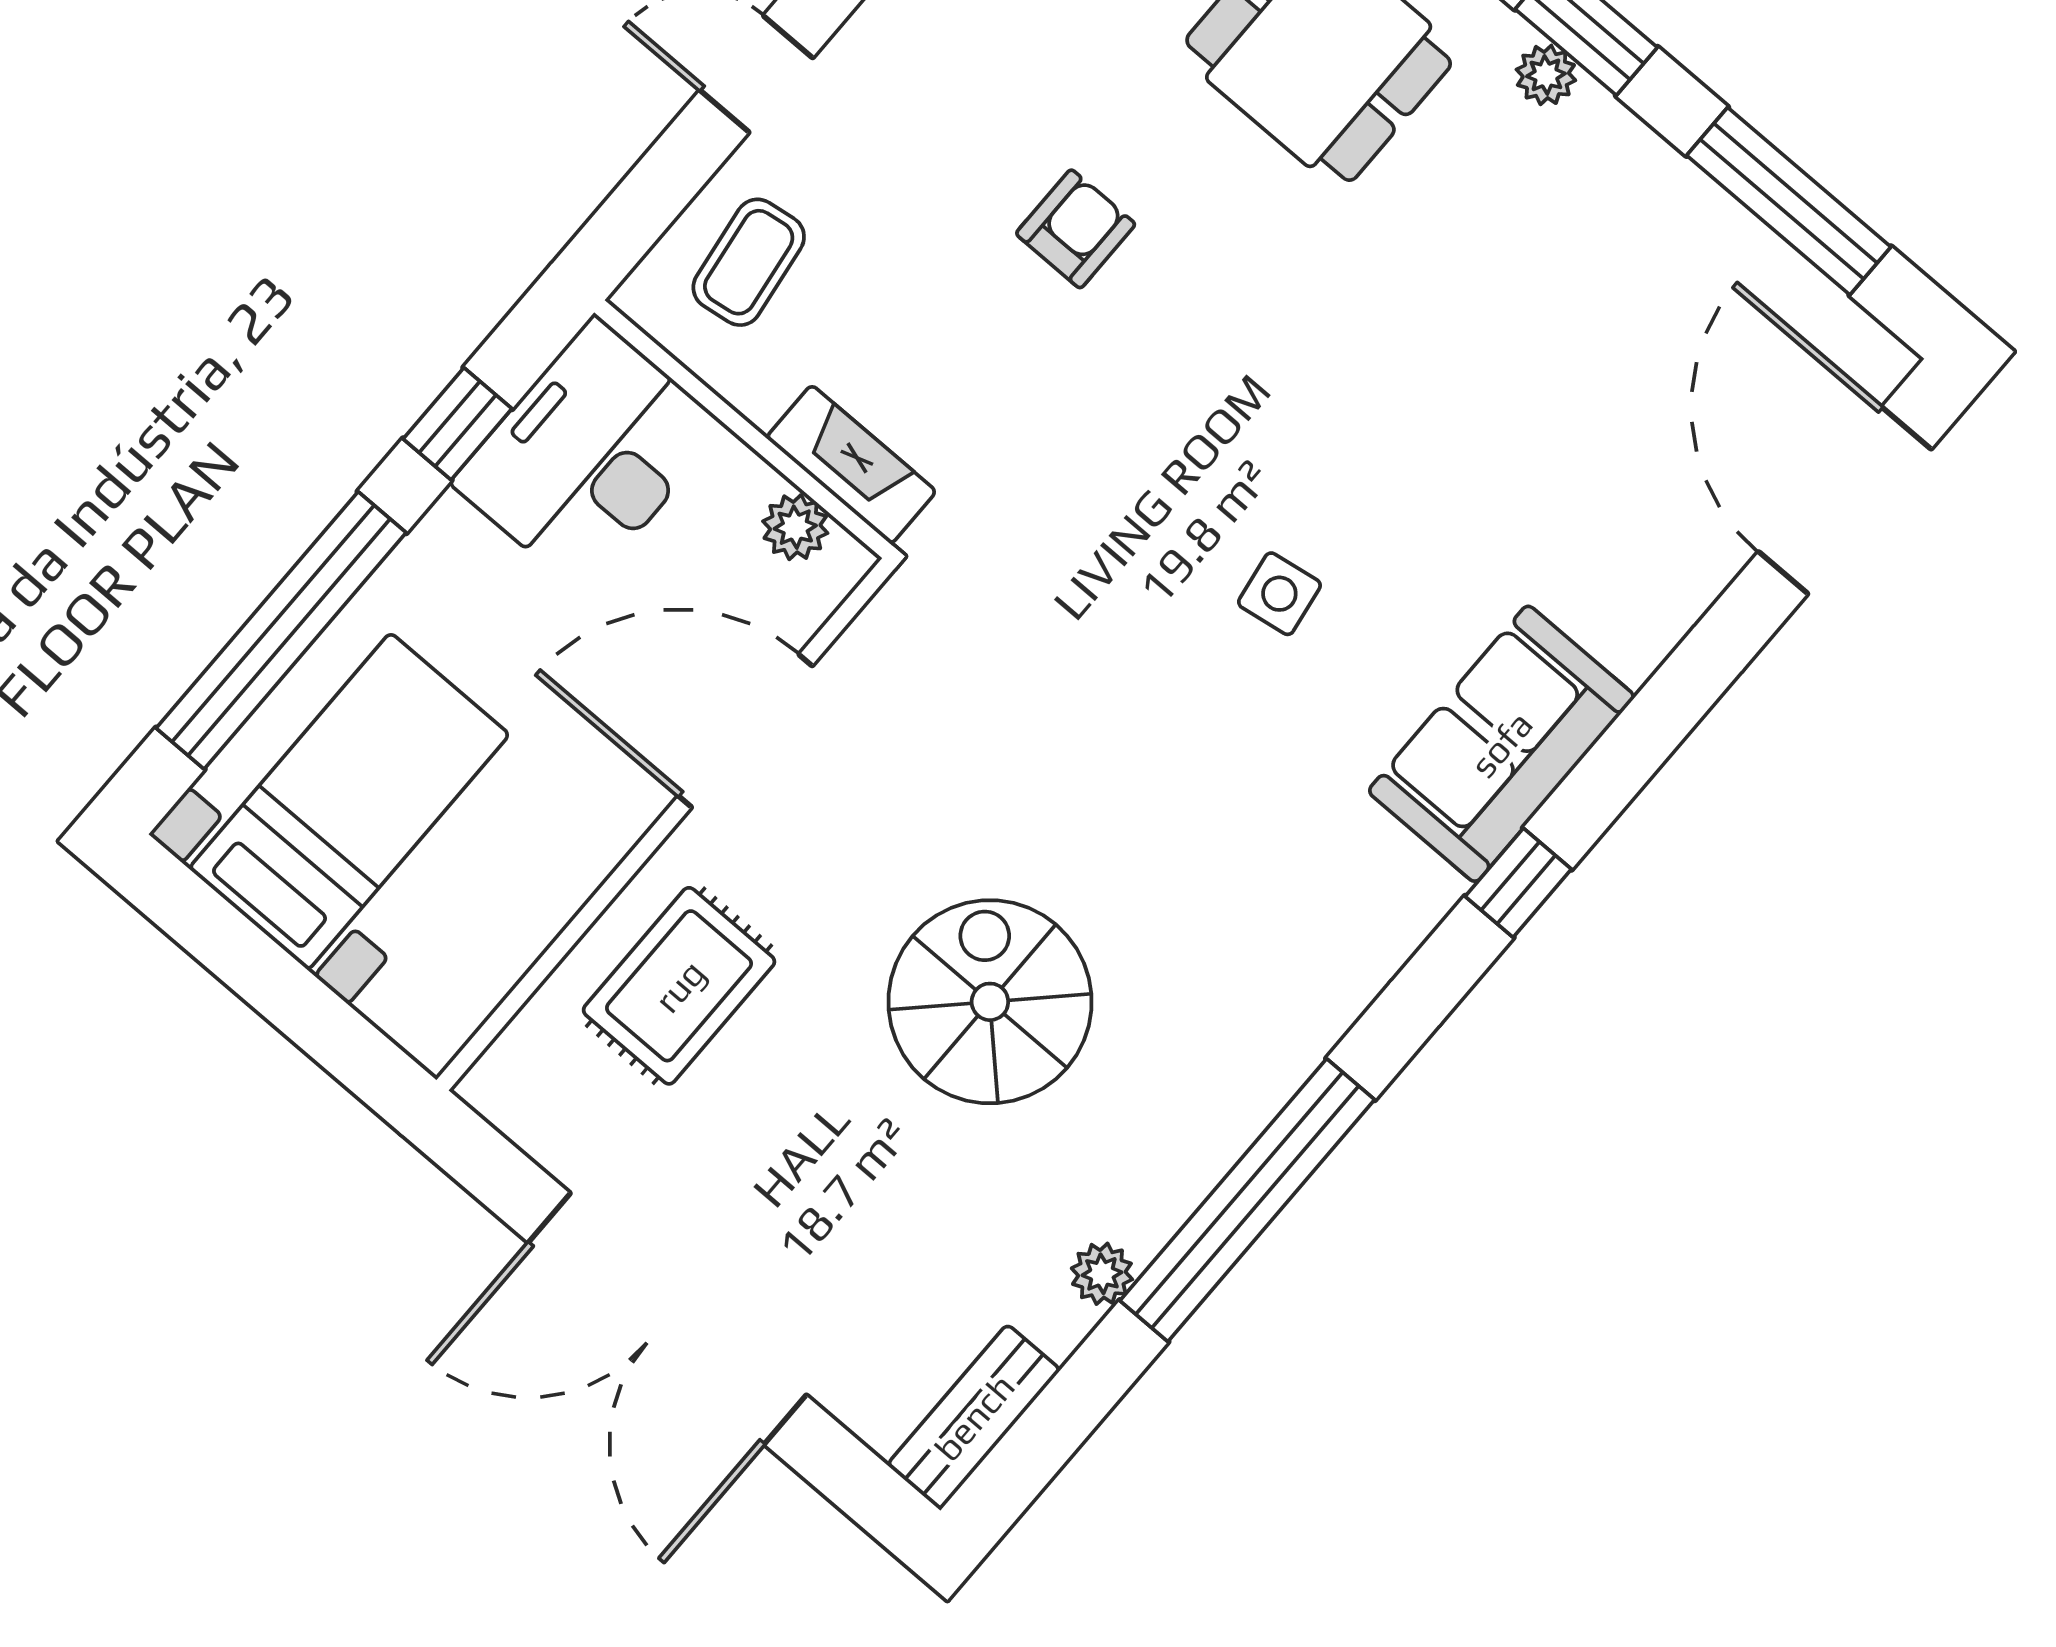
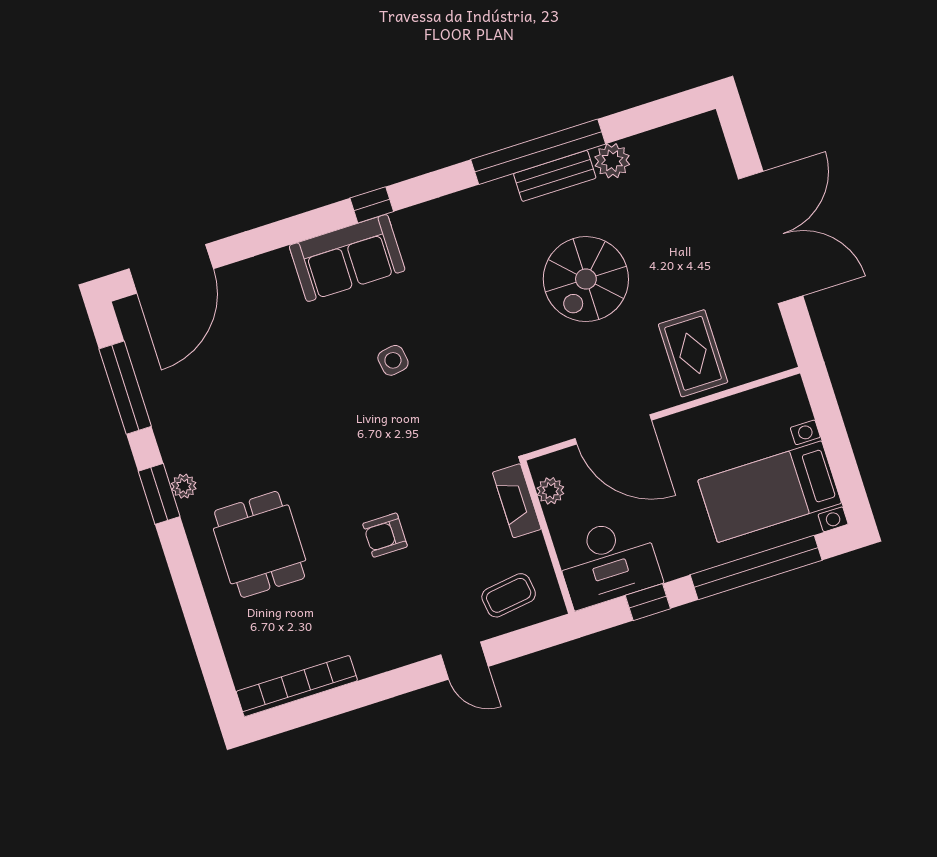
rug: (679, 986) -> (693, 353), turned 90
plant: (1102, 1274) -> (612, 161), width x1.38, depth x1.38
bench: (974, 1417) -> (555, 176), moved

